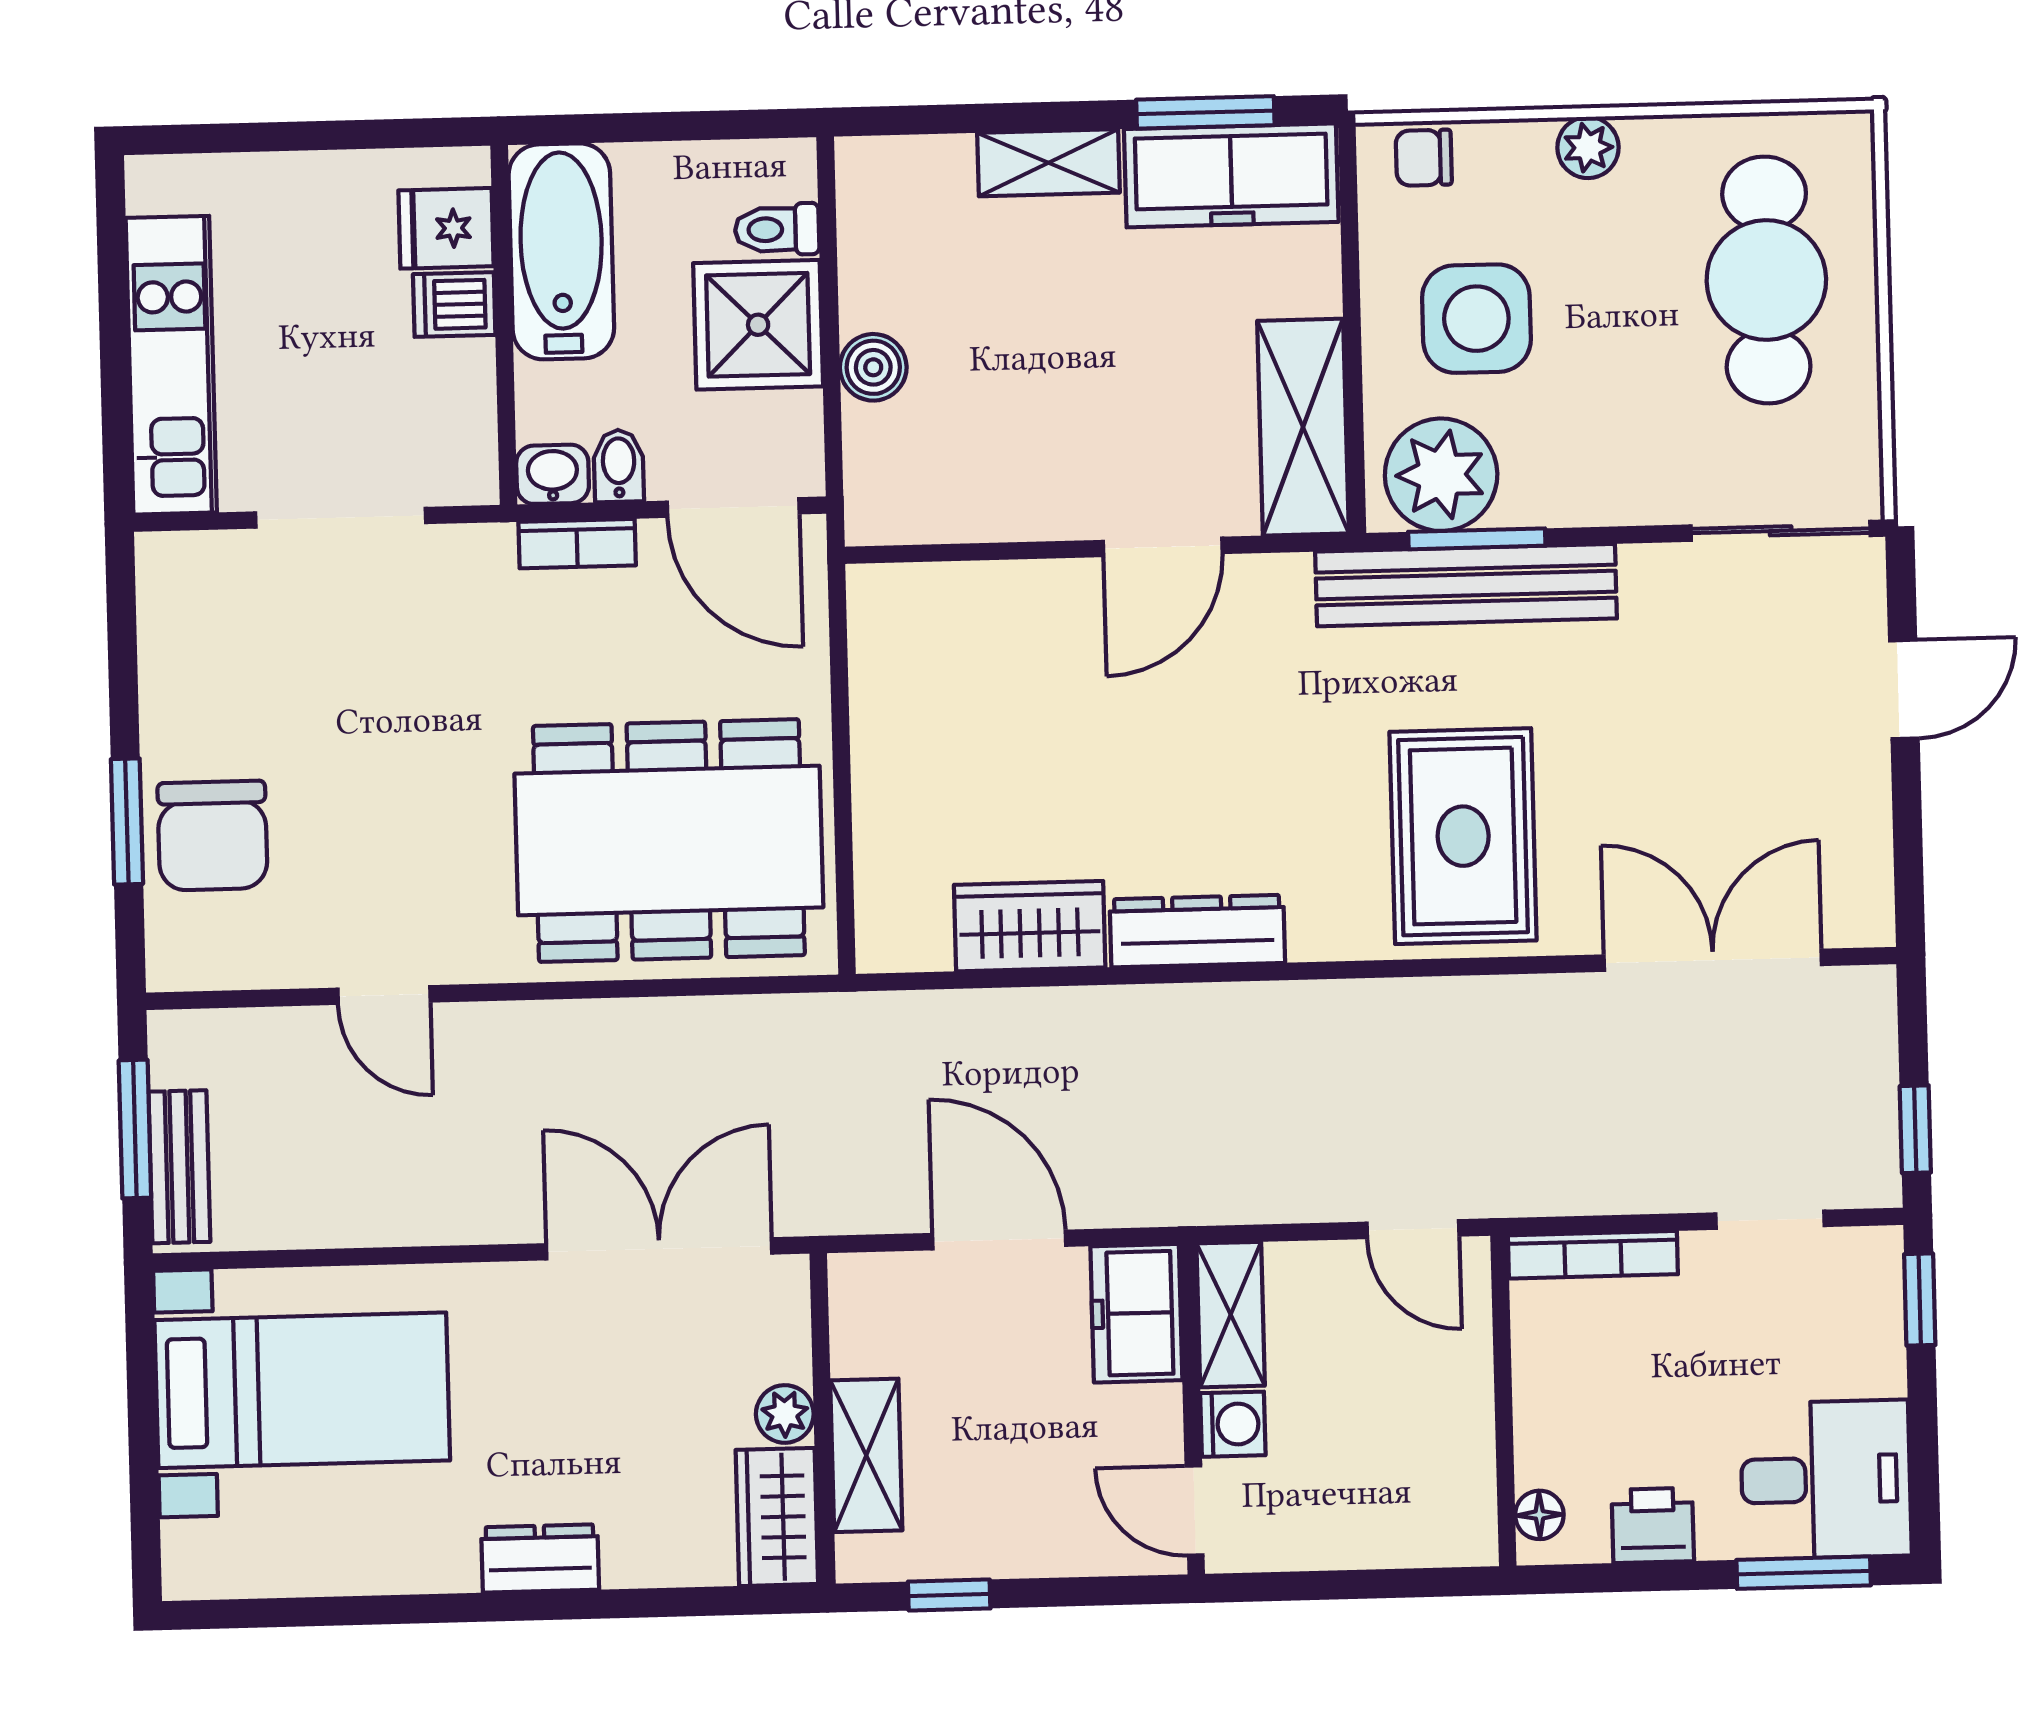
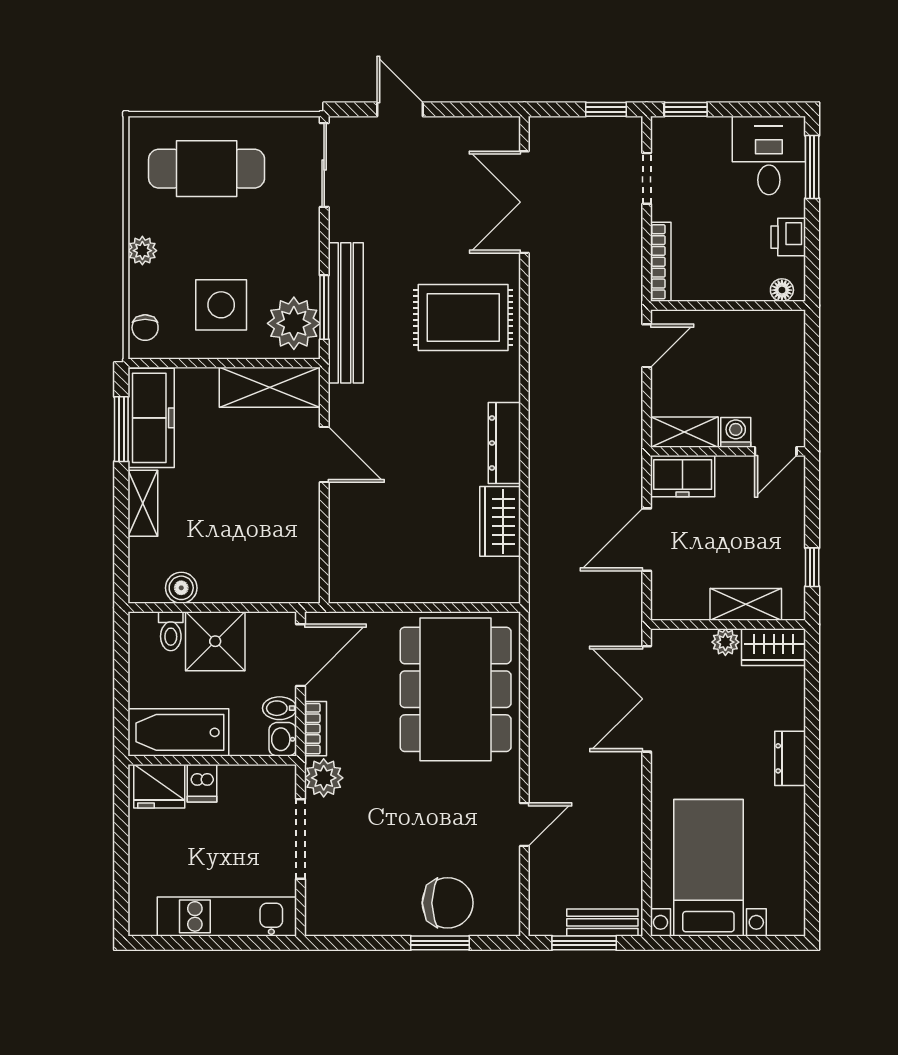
fridge: (446, 228) -> (159, 786), width x1.38
boiler: (873, 367) -> (181, 588), moved
plant: (473, 564) -> (324, 778), added

